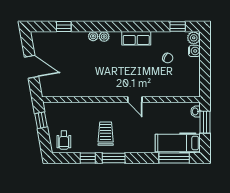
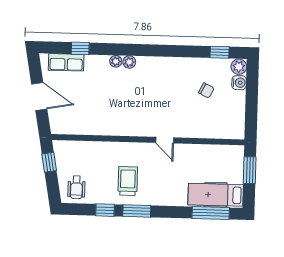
row of seats: (136, 38) -> (66, 62), moved
washbasin: (196, 111) -> (239, 157), removed

